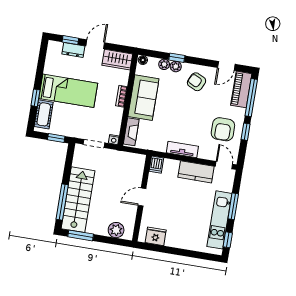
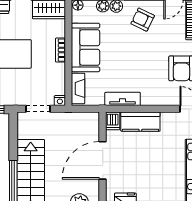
tv unit: (182, 150) -> (123, 99), moved
kitchen counter: (196, 172) -> (140, 122), moved
door: (142, 197) -> (103, 160), width x1.87

